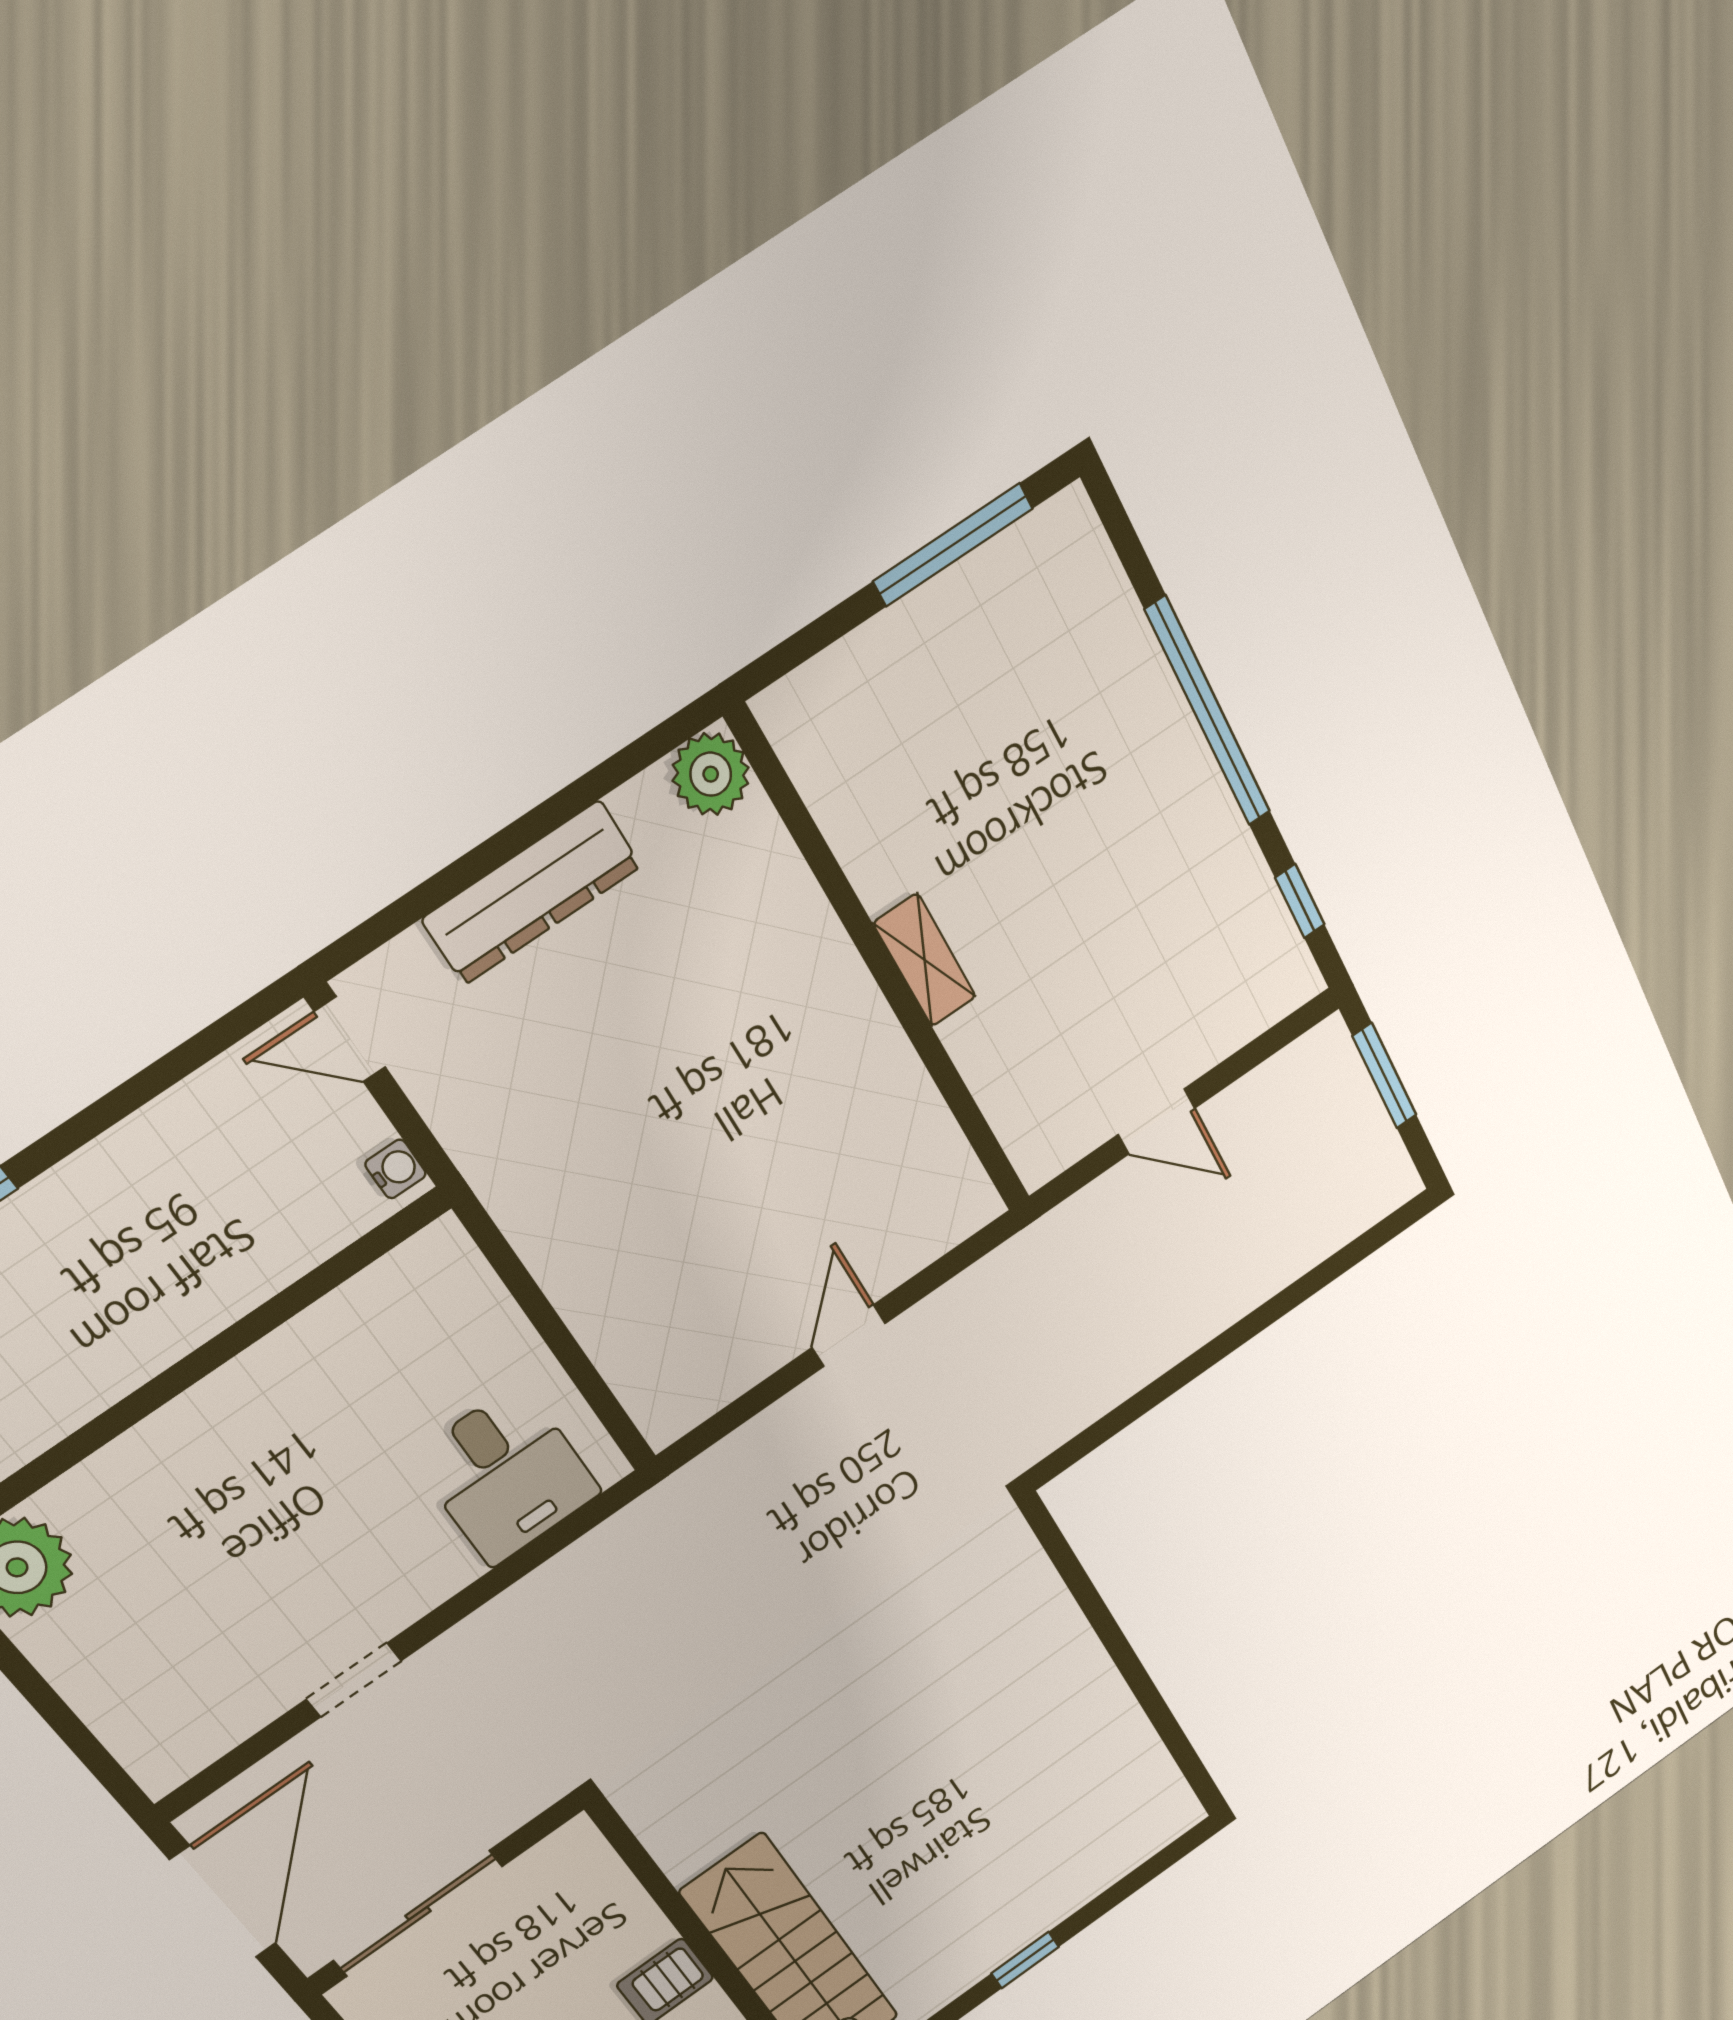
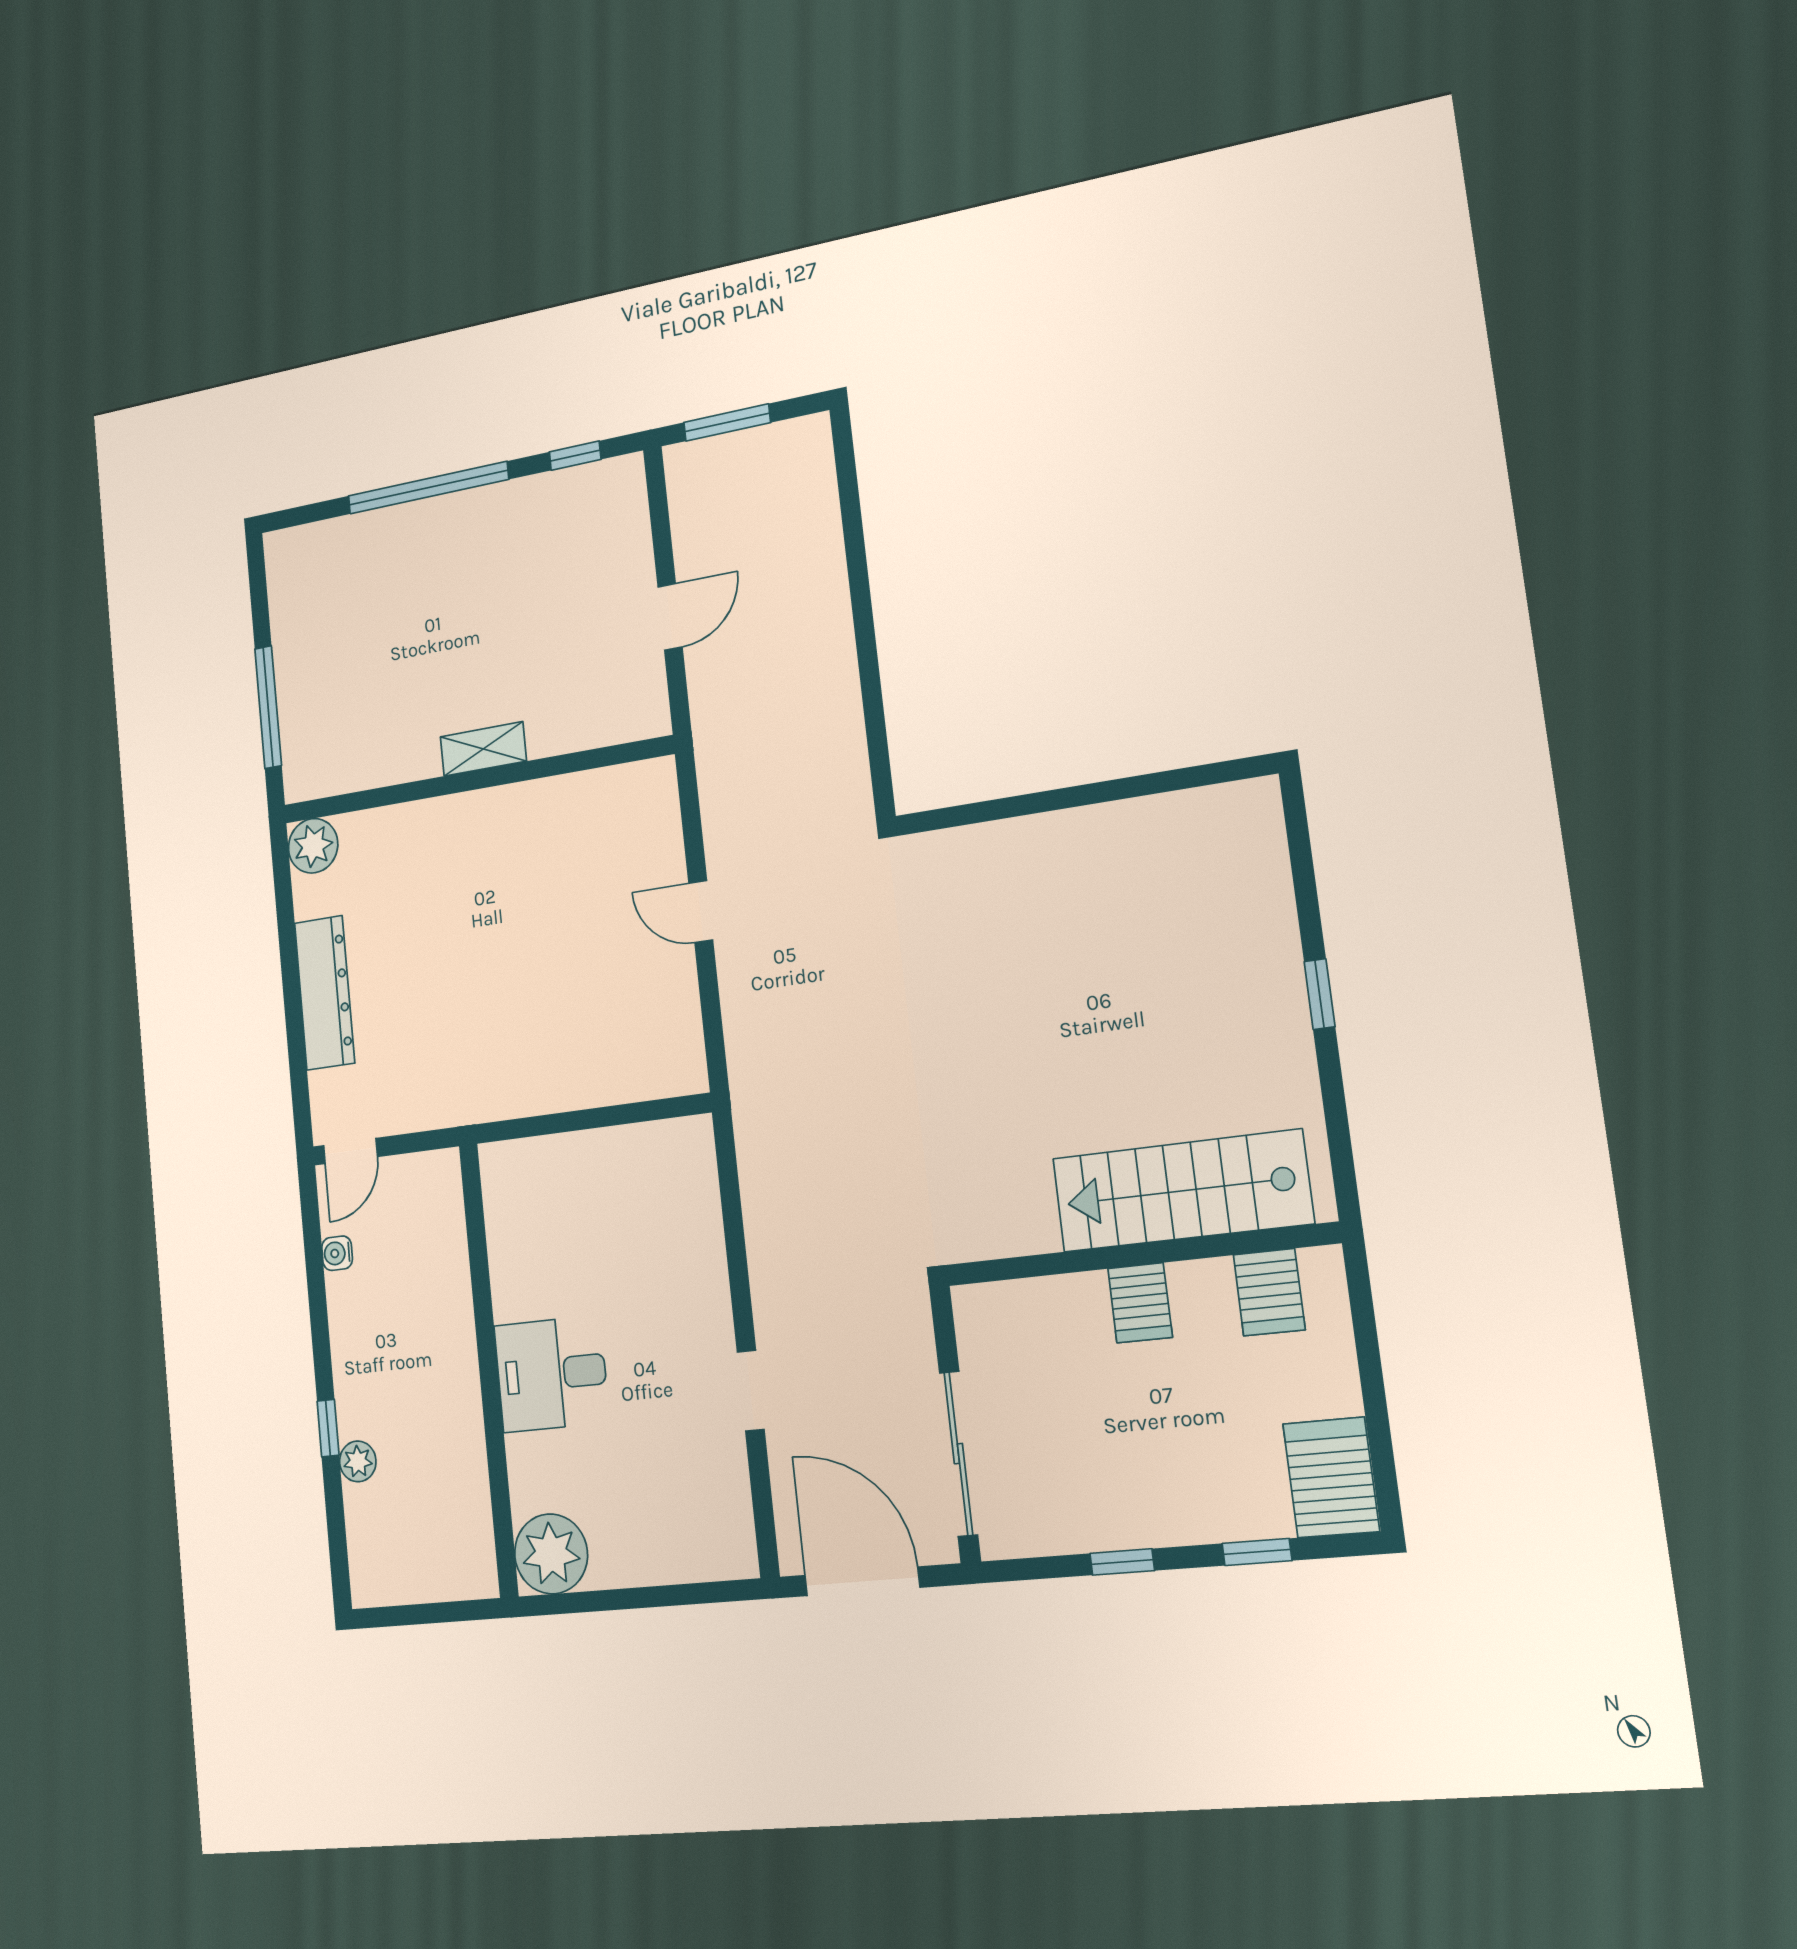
window: (953, 545) -> (268, 707), moved
water cooler: (396, 1169) -> (337, 1253), moved, turned -90
desk: (506, 1475) -> (551, 1374), moved, turned 180

